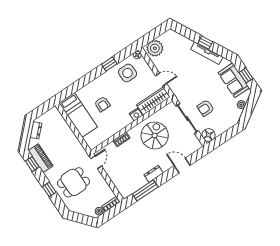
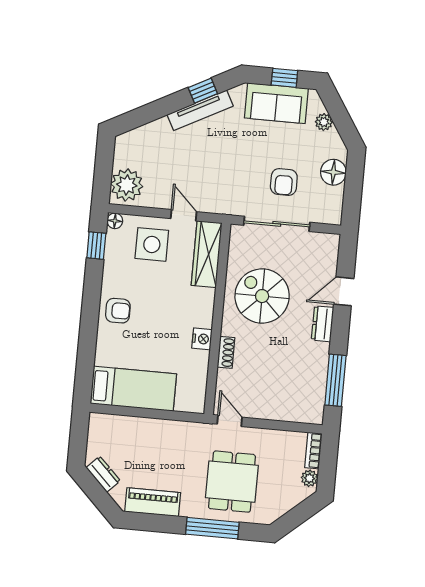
window: (205, 43) -> (203, 91), moved
window: (109, 64) -> (96, 246), moved
side table: (128, 73) -> (152, 244), moved
door: (161, 80) -> (184, 215), hinge flipped
armchair: (102, 104) -> (118, 311), moved
nightstand: (136, 115) -> (202, 339), moved
floor lamp: (209, 135) -> (333, 172), moved
window: (32, 164) -> (151, 522), removed
dresser: (154, 174) -> (323, 324), moved
window: (49, 189) -> (212, 528), width x2.17

